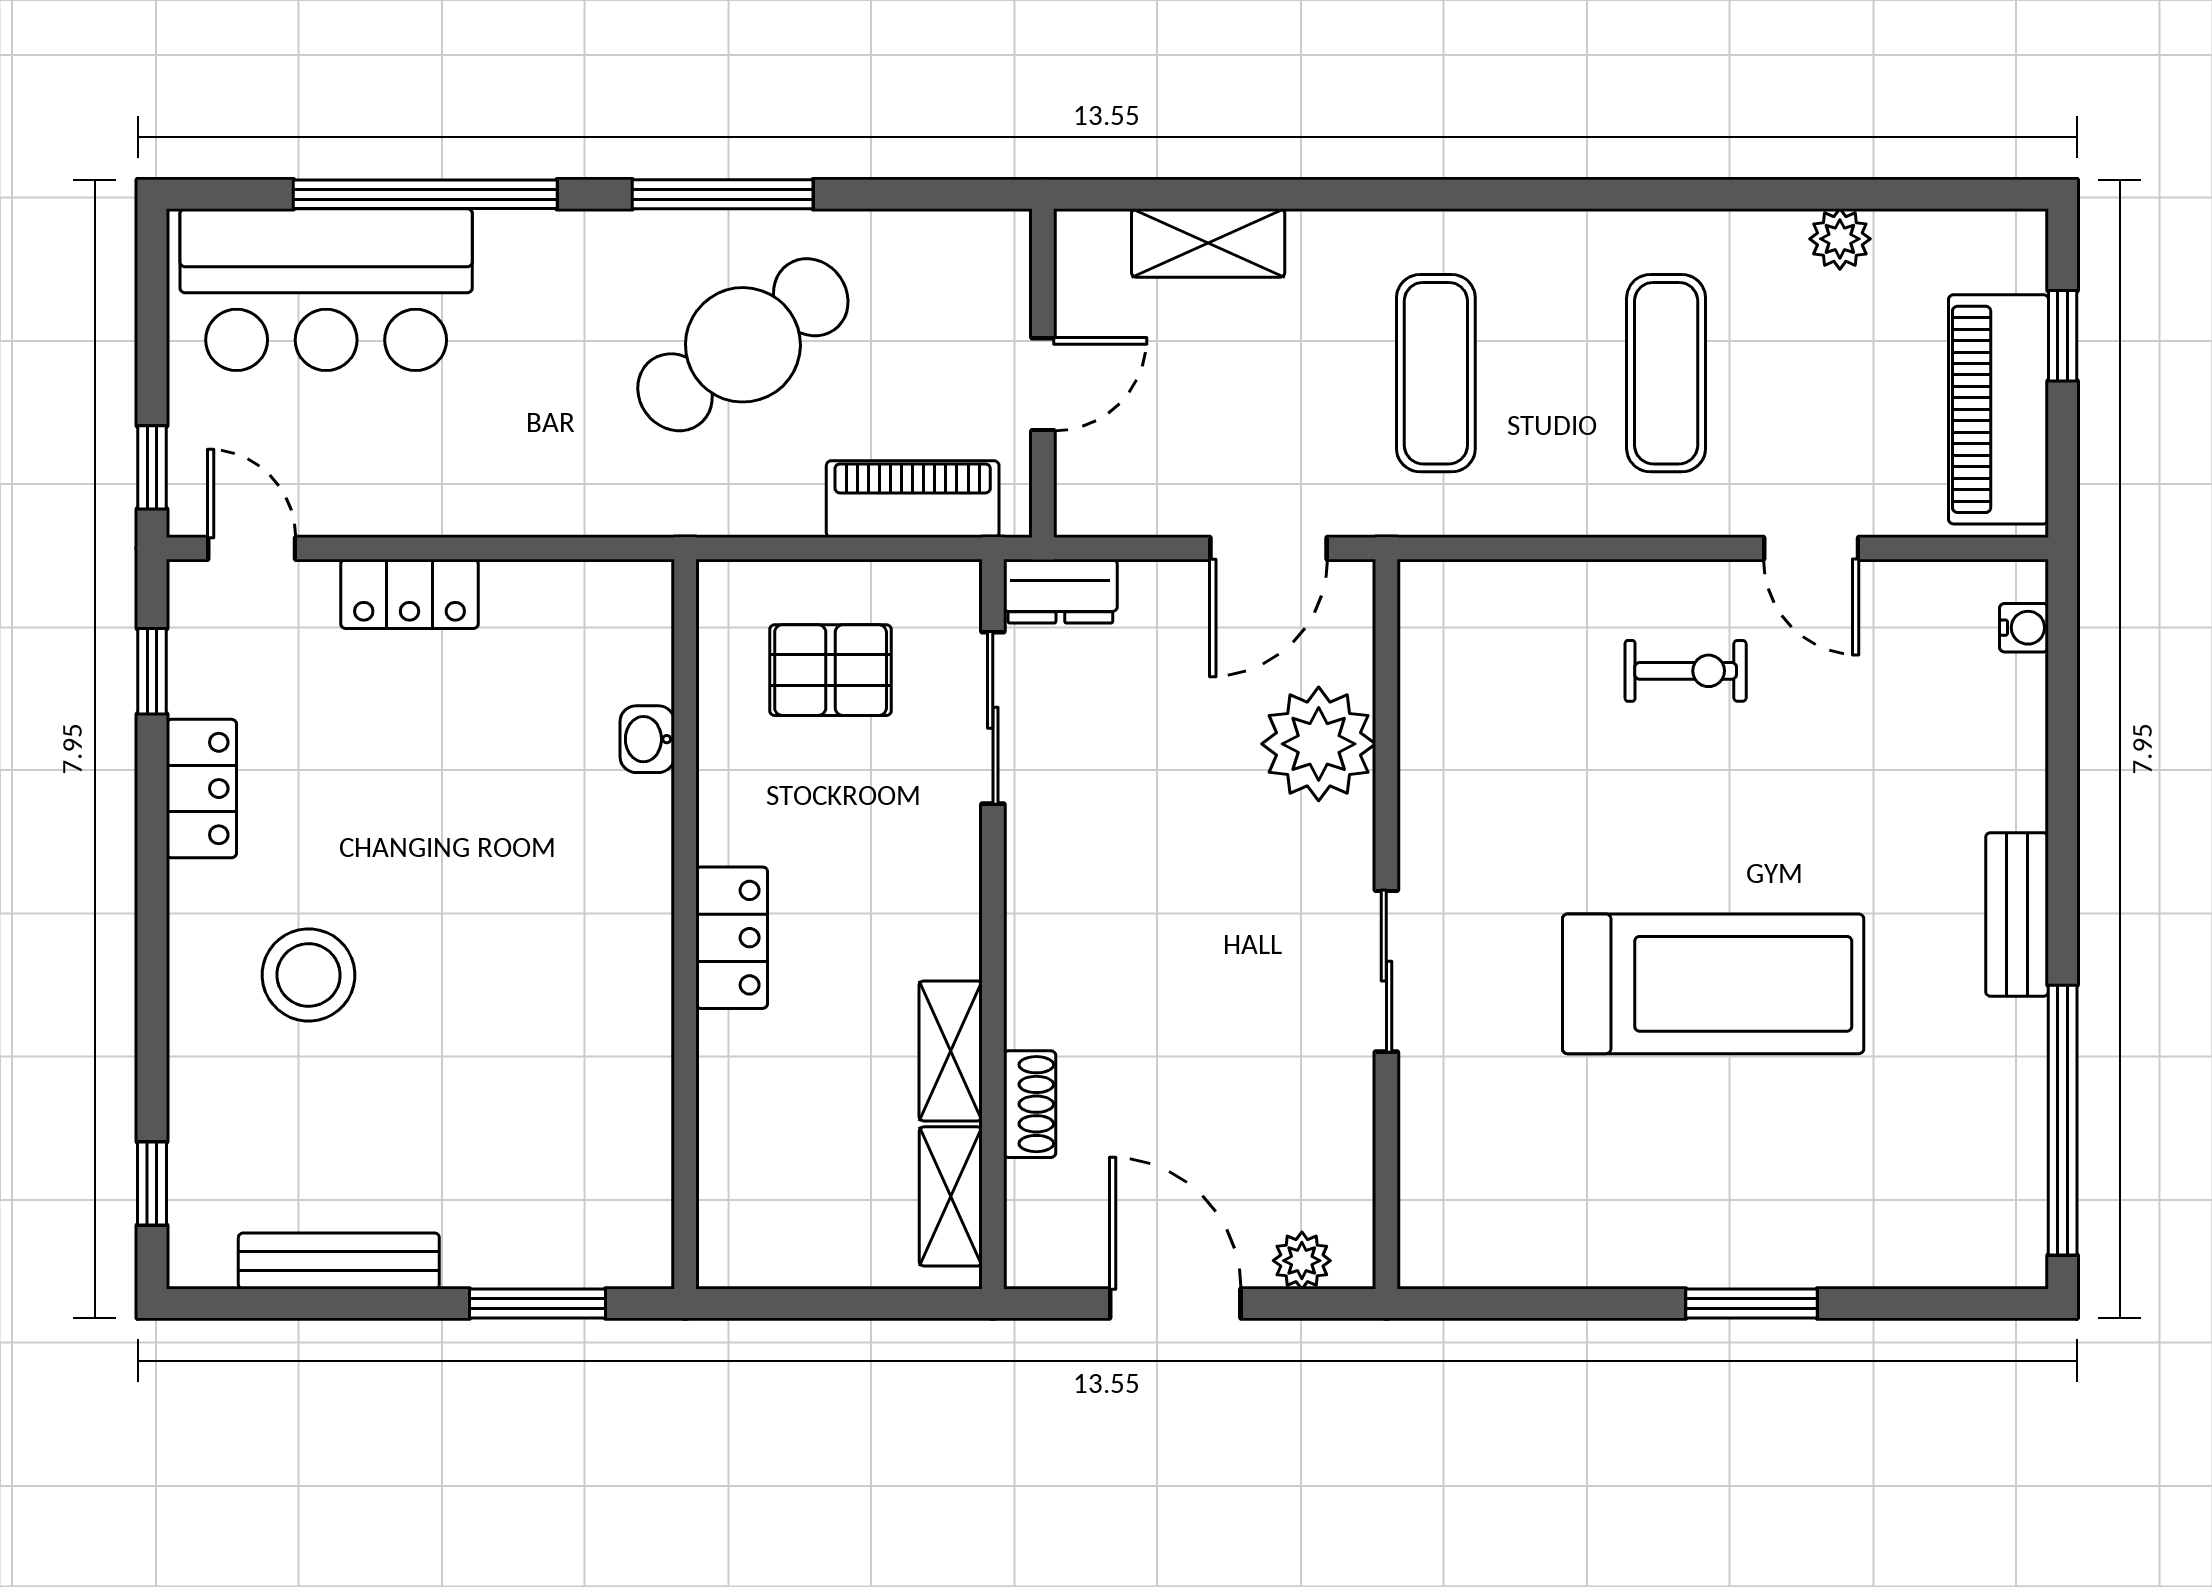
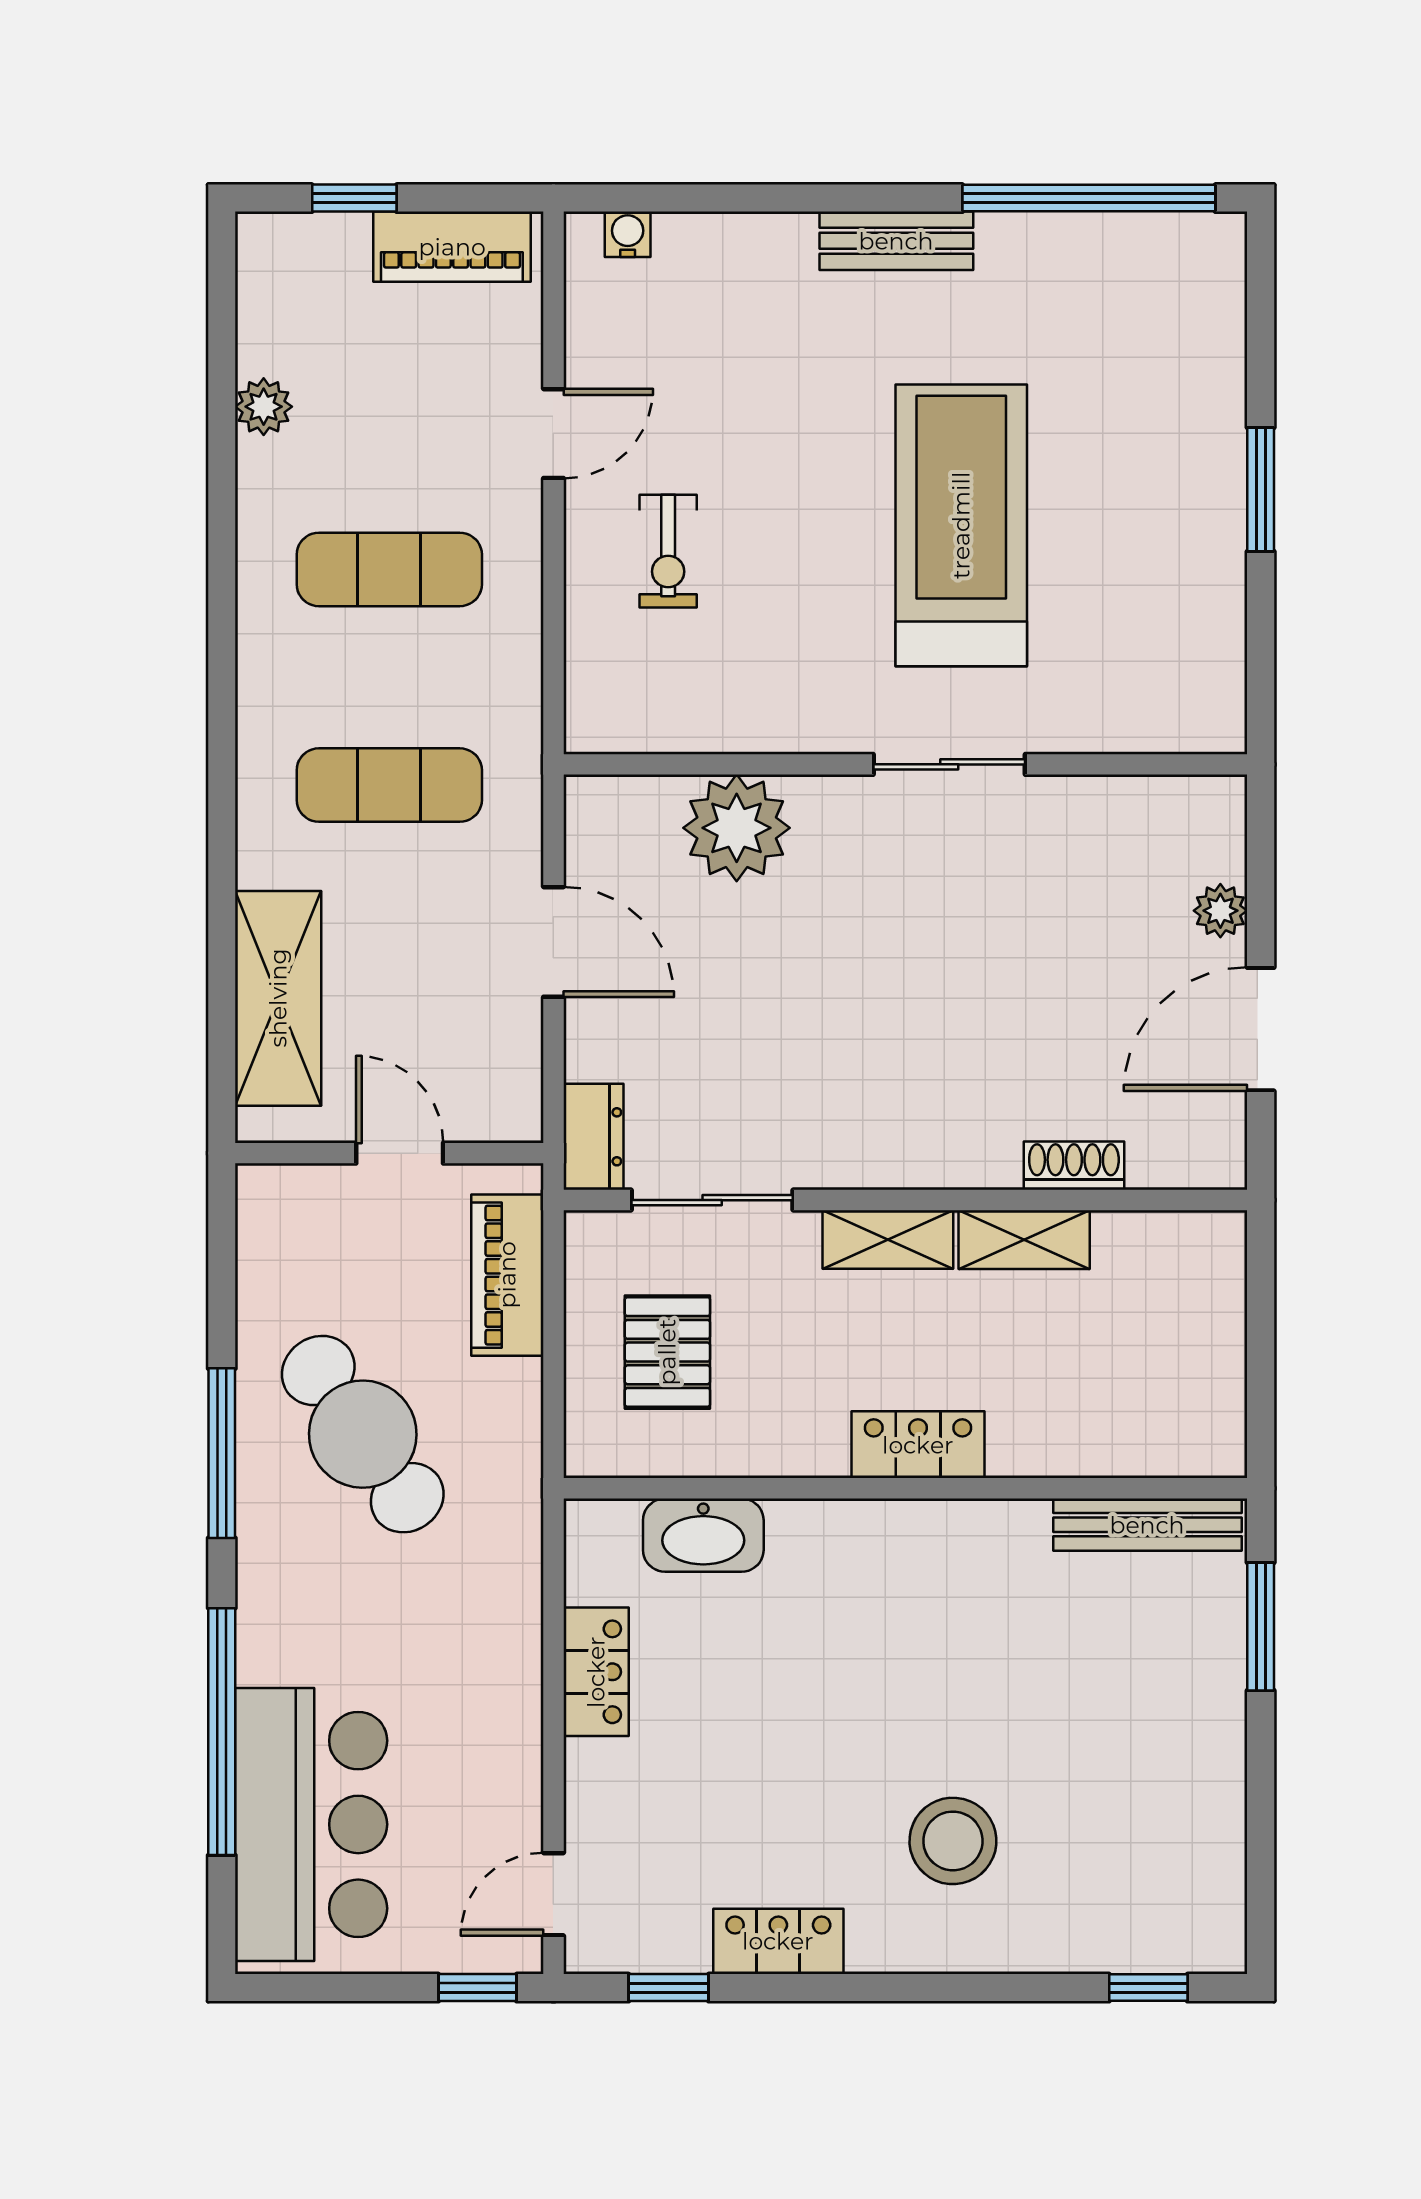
shelving: (1208, 243) -> (278, 998), width x1.50, depth x1.33
piano: (1998, 409) -> (452, 247), width x0.73, depth x0.75
locker: (410, 594) -> (596, 1672), moved
exercise bike: (1686, 671) -> (668, 551), turned 180
washbasin: (647, 739) -> (703, 1535), width x1.91, depth x1.45
plant: (1319, 744) -> (737, 828), moved
wall: (1386, 924) -> (905, 764), moved
sliding door: (1386, 971) -> (949, 764), moved
shelving: (951, 1196) -> (888, 1239), moved
bench: (339, 1261) -> (1147, 1525), moved, turned 90

